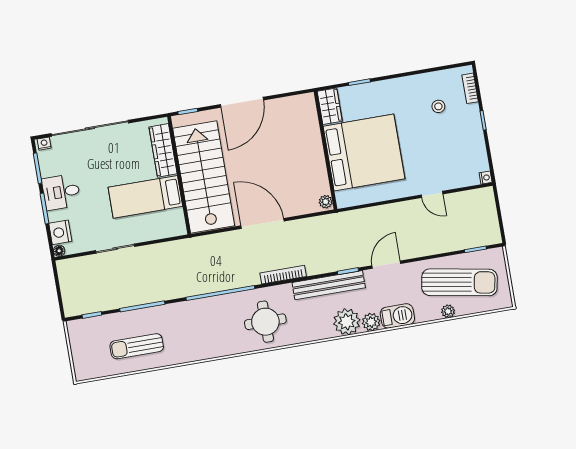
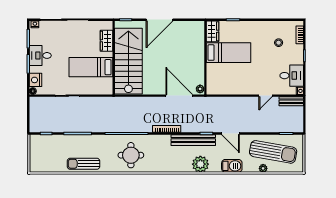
wardrobe: (163, 150) -> (106, 41), width x0.67
bed: (364, 152) -> (229, 53), width x0.49
desk: (468, 155) -> (292, 76), added
door: (432, 194) -> (266, 96), hinge flipped
bench: (475, 196) -> (291, 101), added
door: (263, 223) -> (179, 96), moved
door: (386, 265) -> (230, 134), swing flipped
round table: (265, 322) -> (131, 155), moved
plant: (371, 322) -> (215, 167), removed
sun lounger: (137, 346) -> (83, 164), moved

